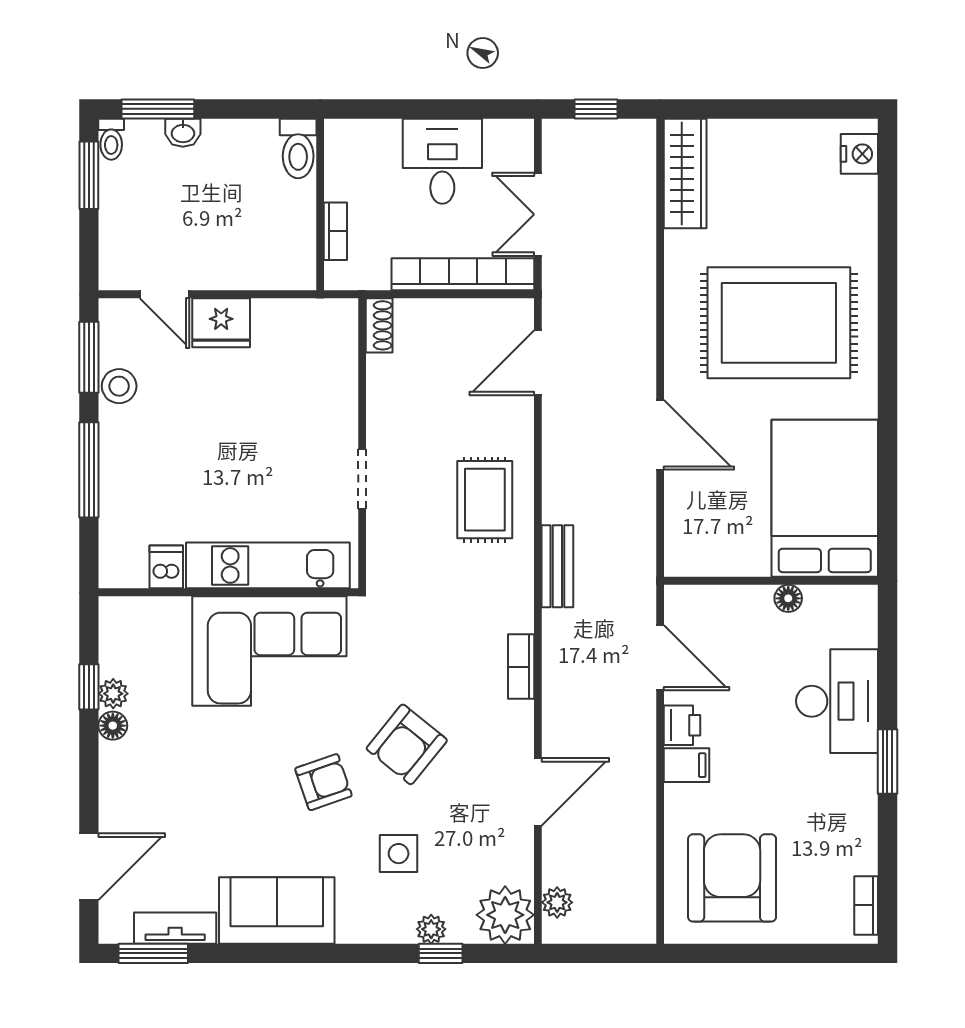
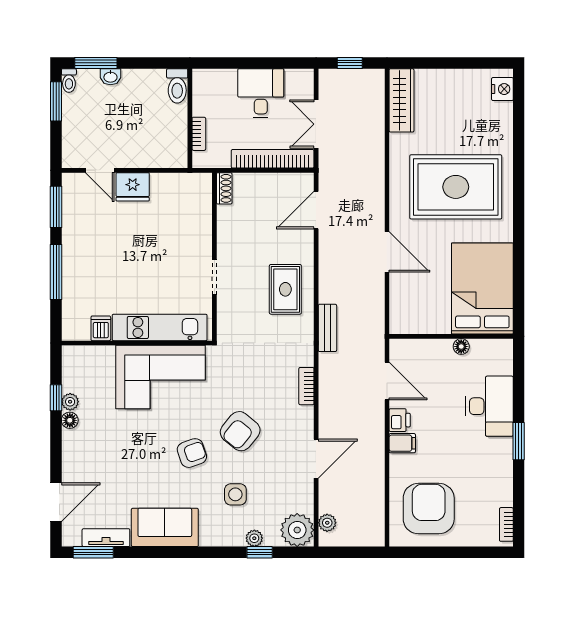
stool: (119, 386) -> (73, 224), removed

